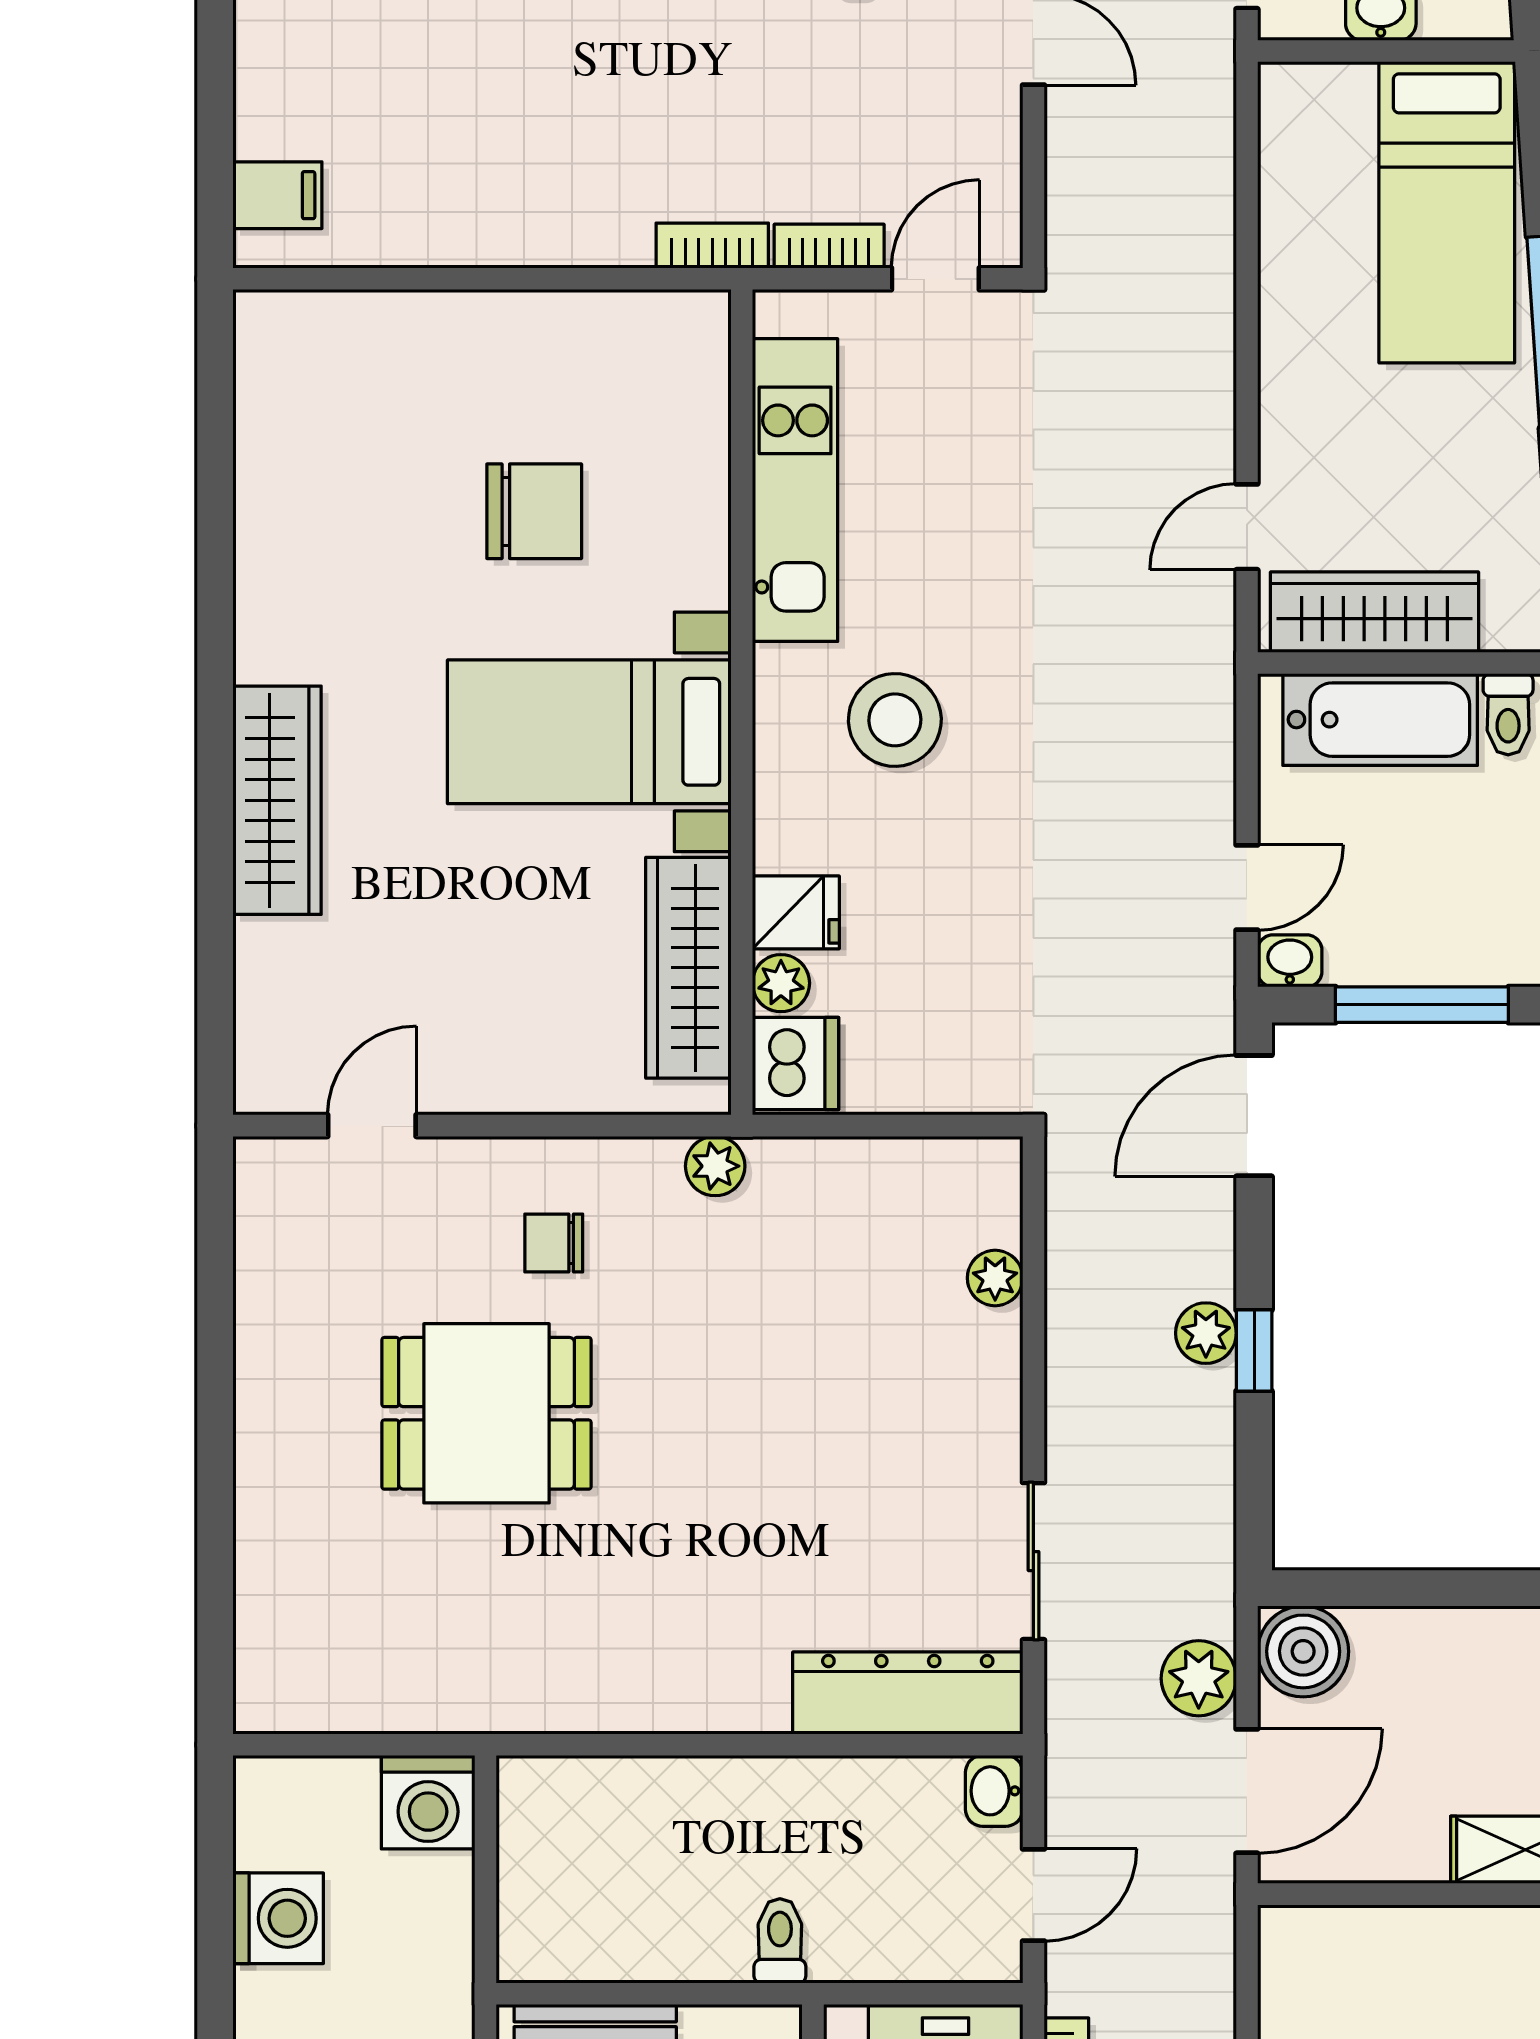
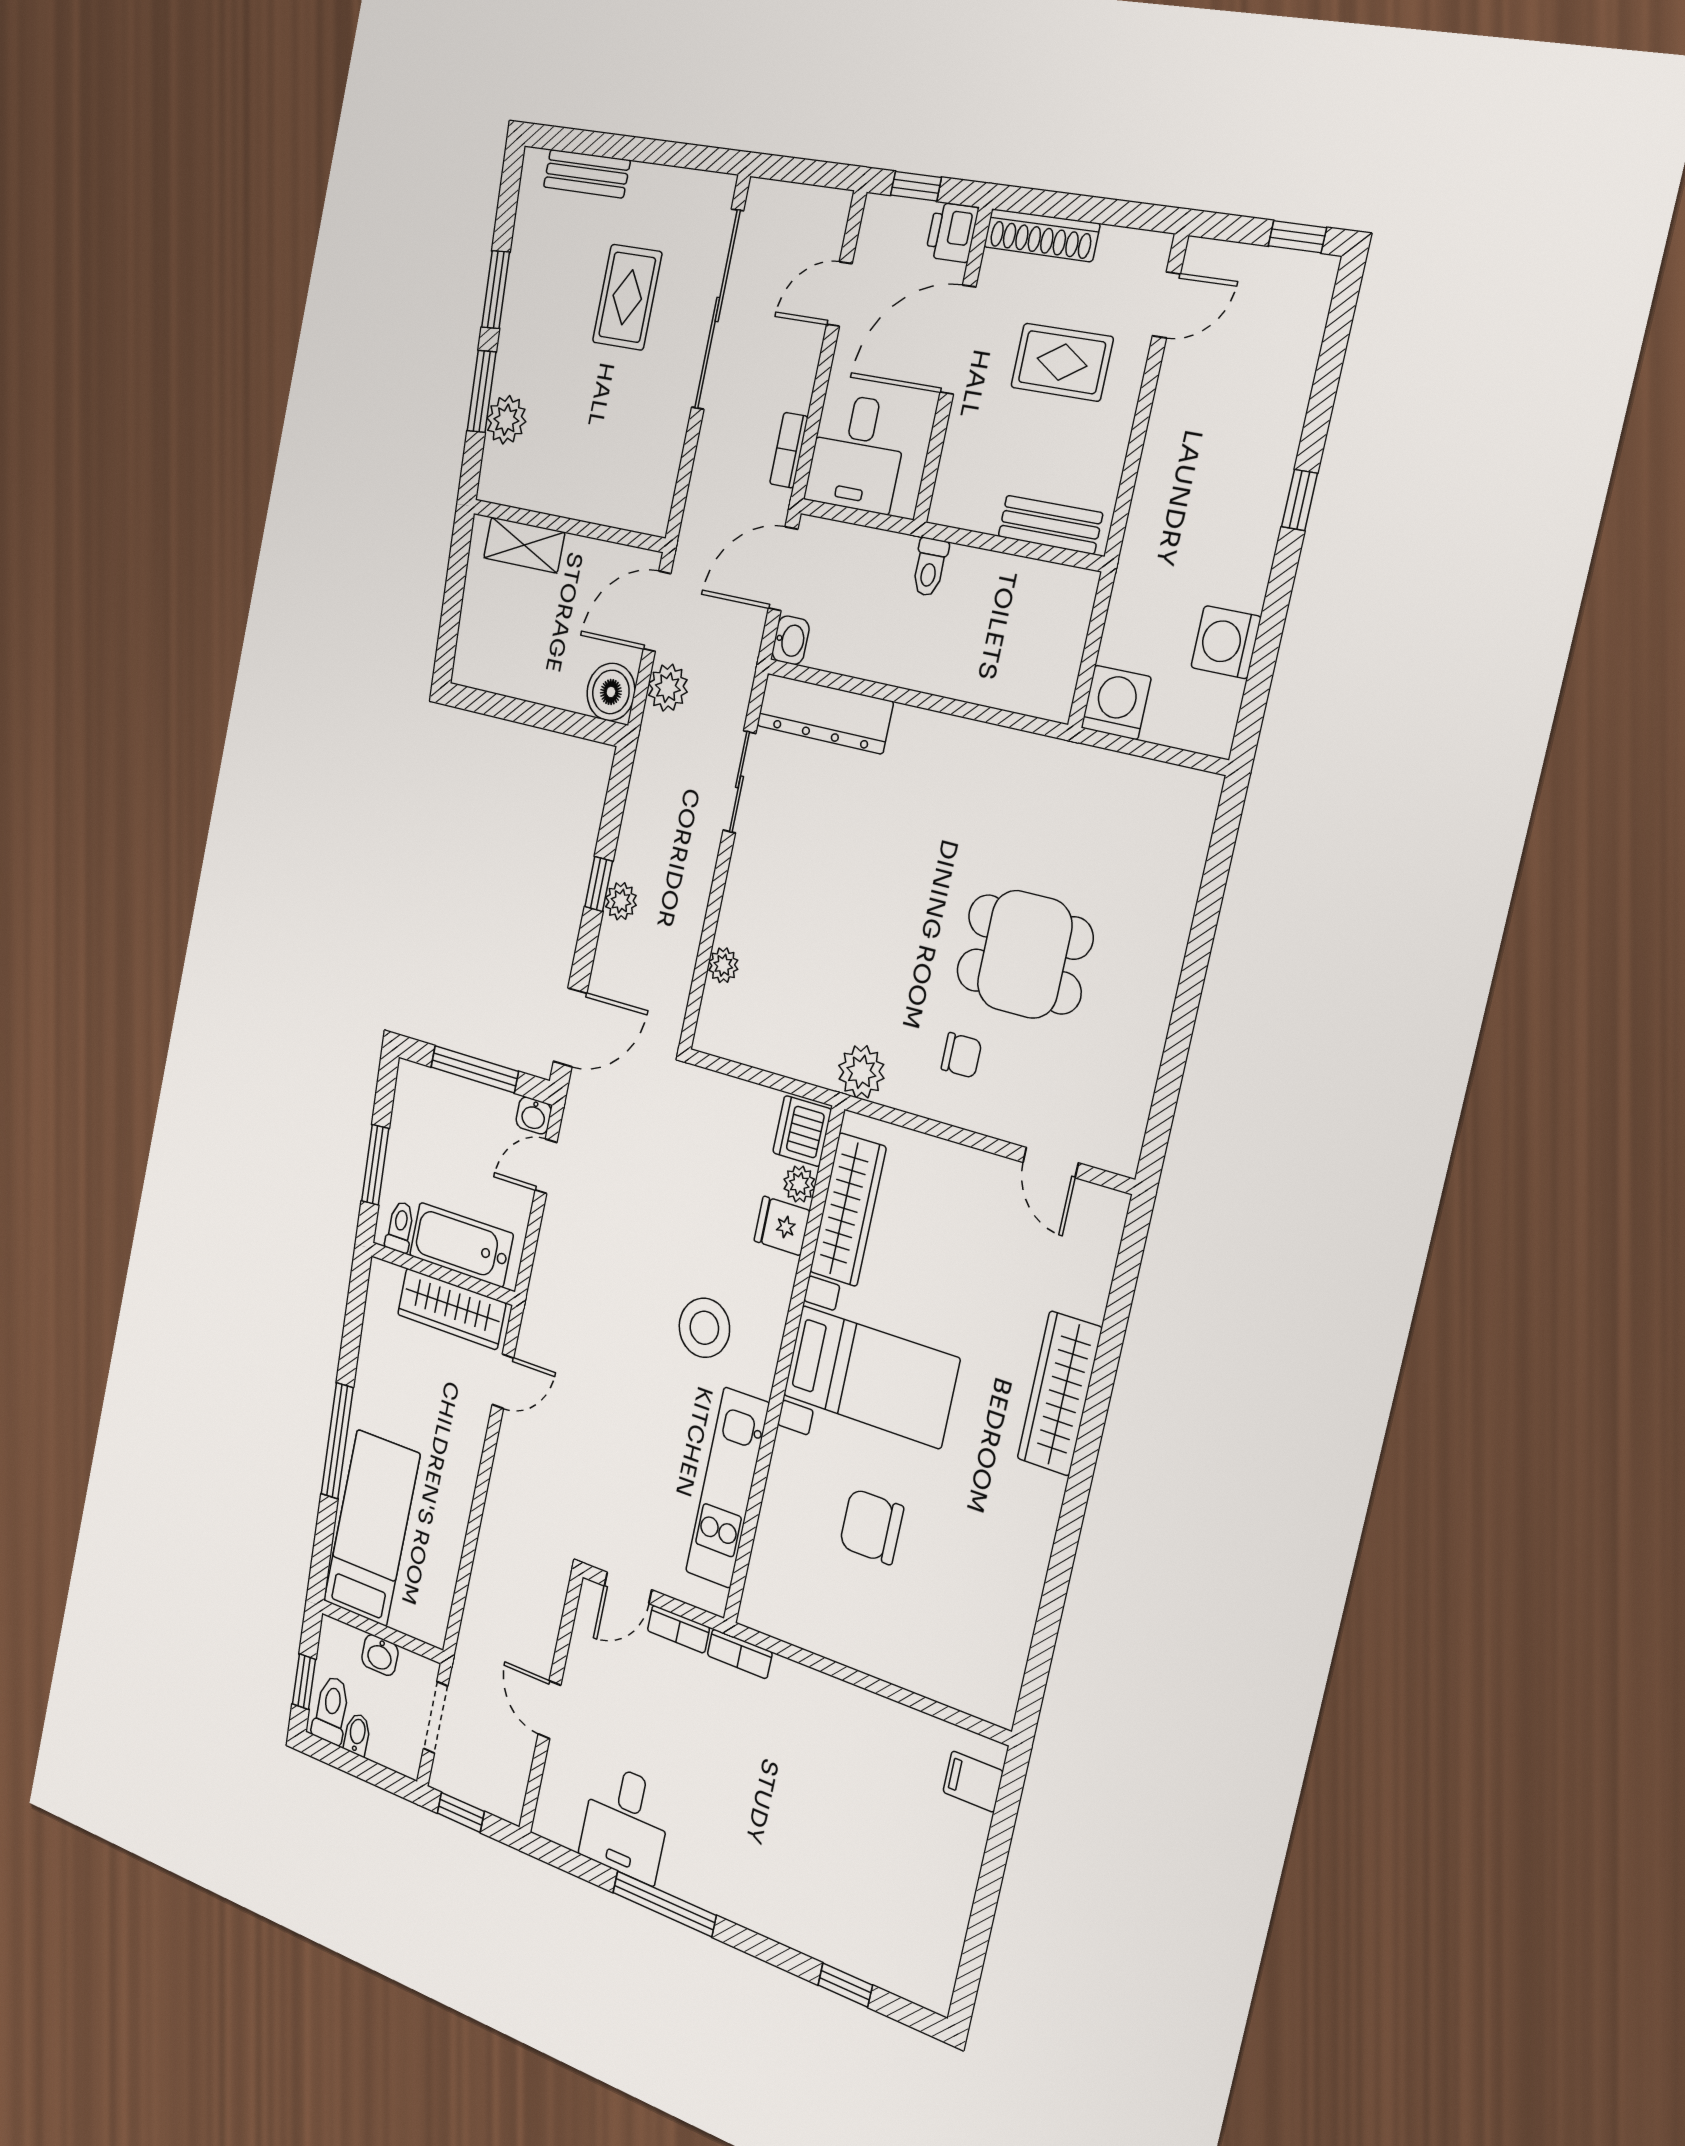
door: (372, 1126) -> (1051, 1163), hinge flipped
plant: (715, 1166) -> (861, 1072), width x1.38, depth x1.38
door: (1033, 1895) -> (783, 569), width x1.38

